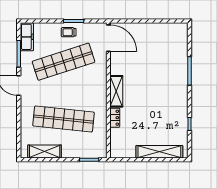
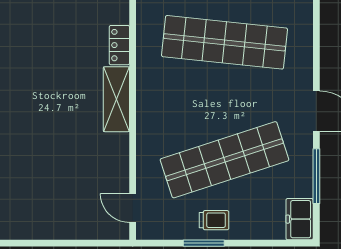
freezer: (27, 37) -> (300, 219), width x0.71
door: (108, 38) -> (133, 208), width x0.53

